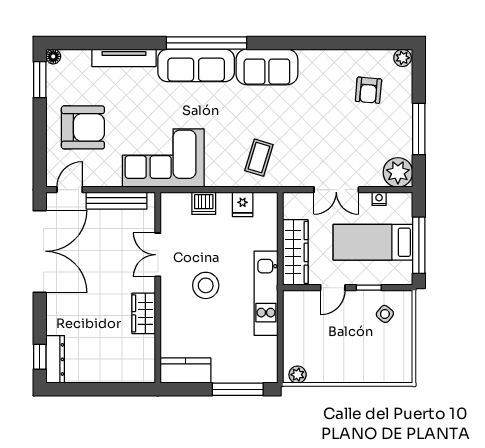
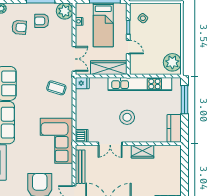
armchair: (380, 131) -> (42, 21), added
double door: (336, 190) -> (74, 59), moved
dishwasher: (204, 203) -> (82, 136), moved
fridge: (243, 204) -> (82, 83), moved
kitchen unit: (266, 293) -> (140, 84), width x1.36
plant: (298, 375) -> (172, 62), width x1.87, depth x1.87

